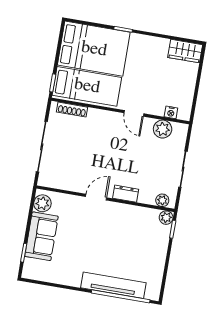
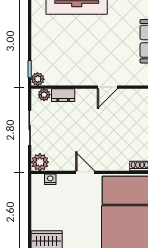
plant: (163, 129) -> (40, 162), moved
dresser: (126, 194) -> (63, 95), moved

